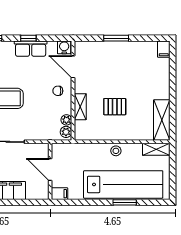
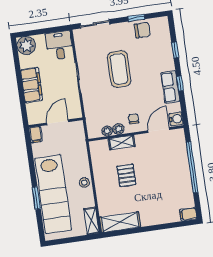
window: (116, 38) -> (192, 167), width x2.11
plant: (66, 132) -> (119, 129), moved

